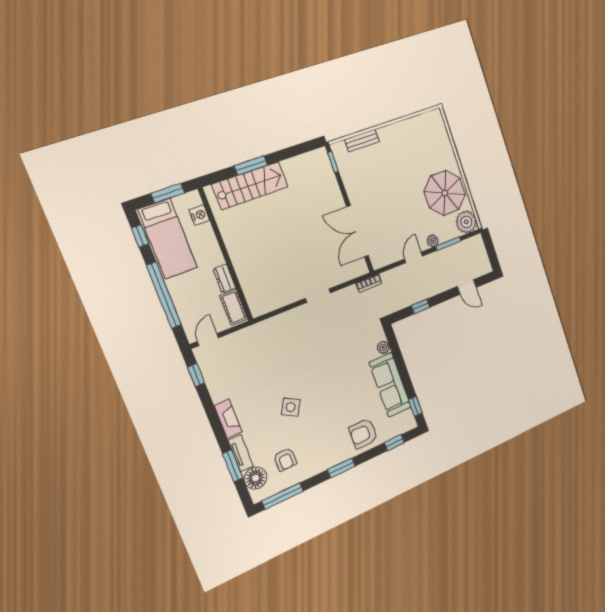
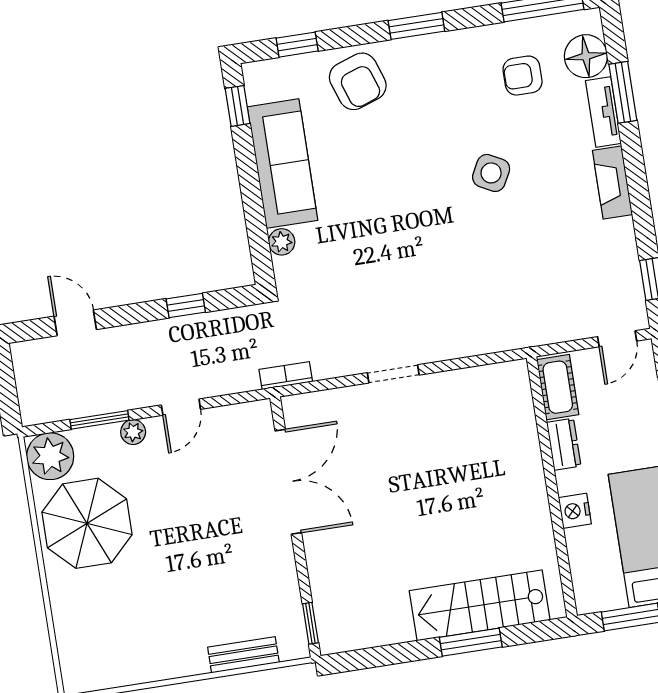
nightstand: (199, 215) -> (575, 511), moved
armchair: (363, 433) -> (358, 81), turned 71
armchair: (285, 459) -> (523, 76), turned -90

